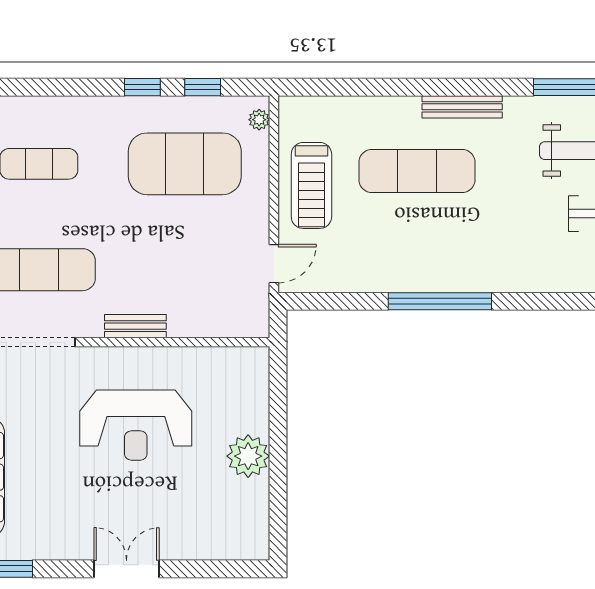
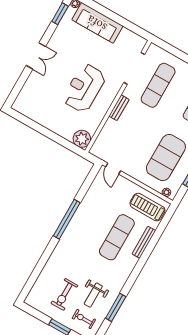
bench: (462, 107) -> (144, 242), moved
treadmill: (311, 185) -> (147, 207), moved
plant: (248, 456) -> (82, 139), moved

